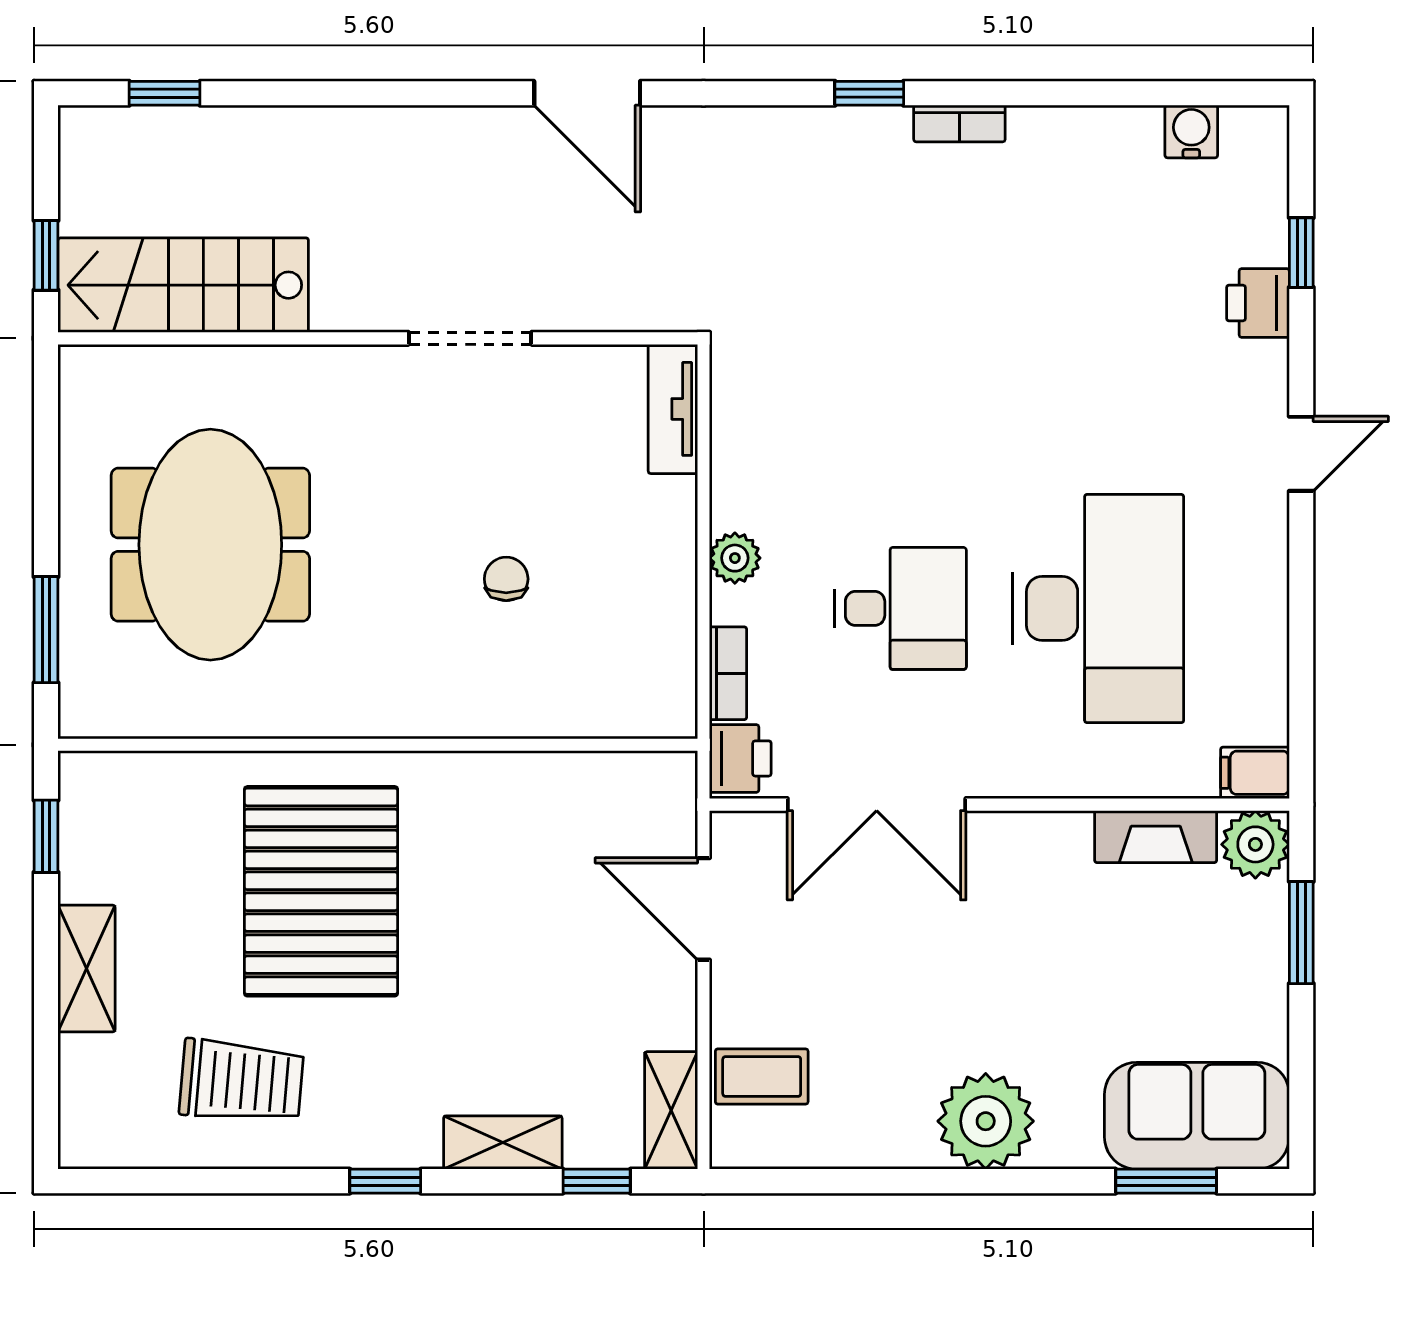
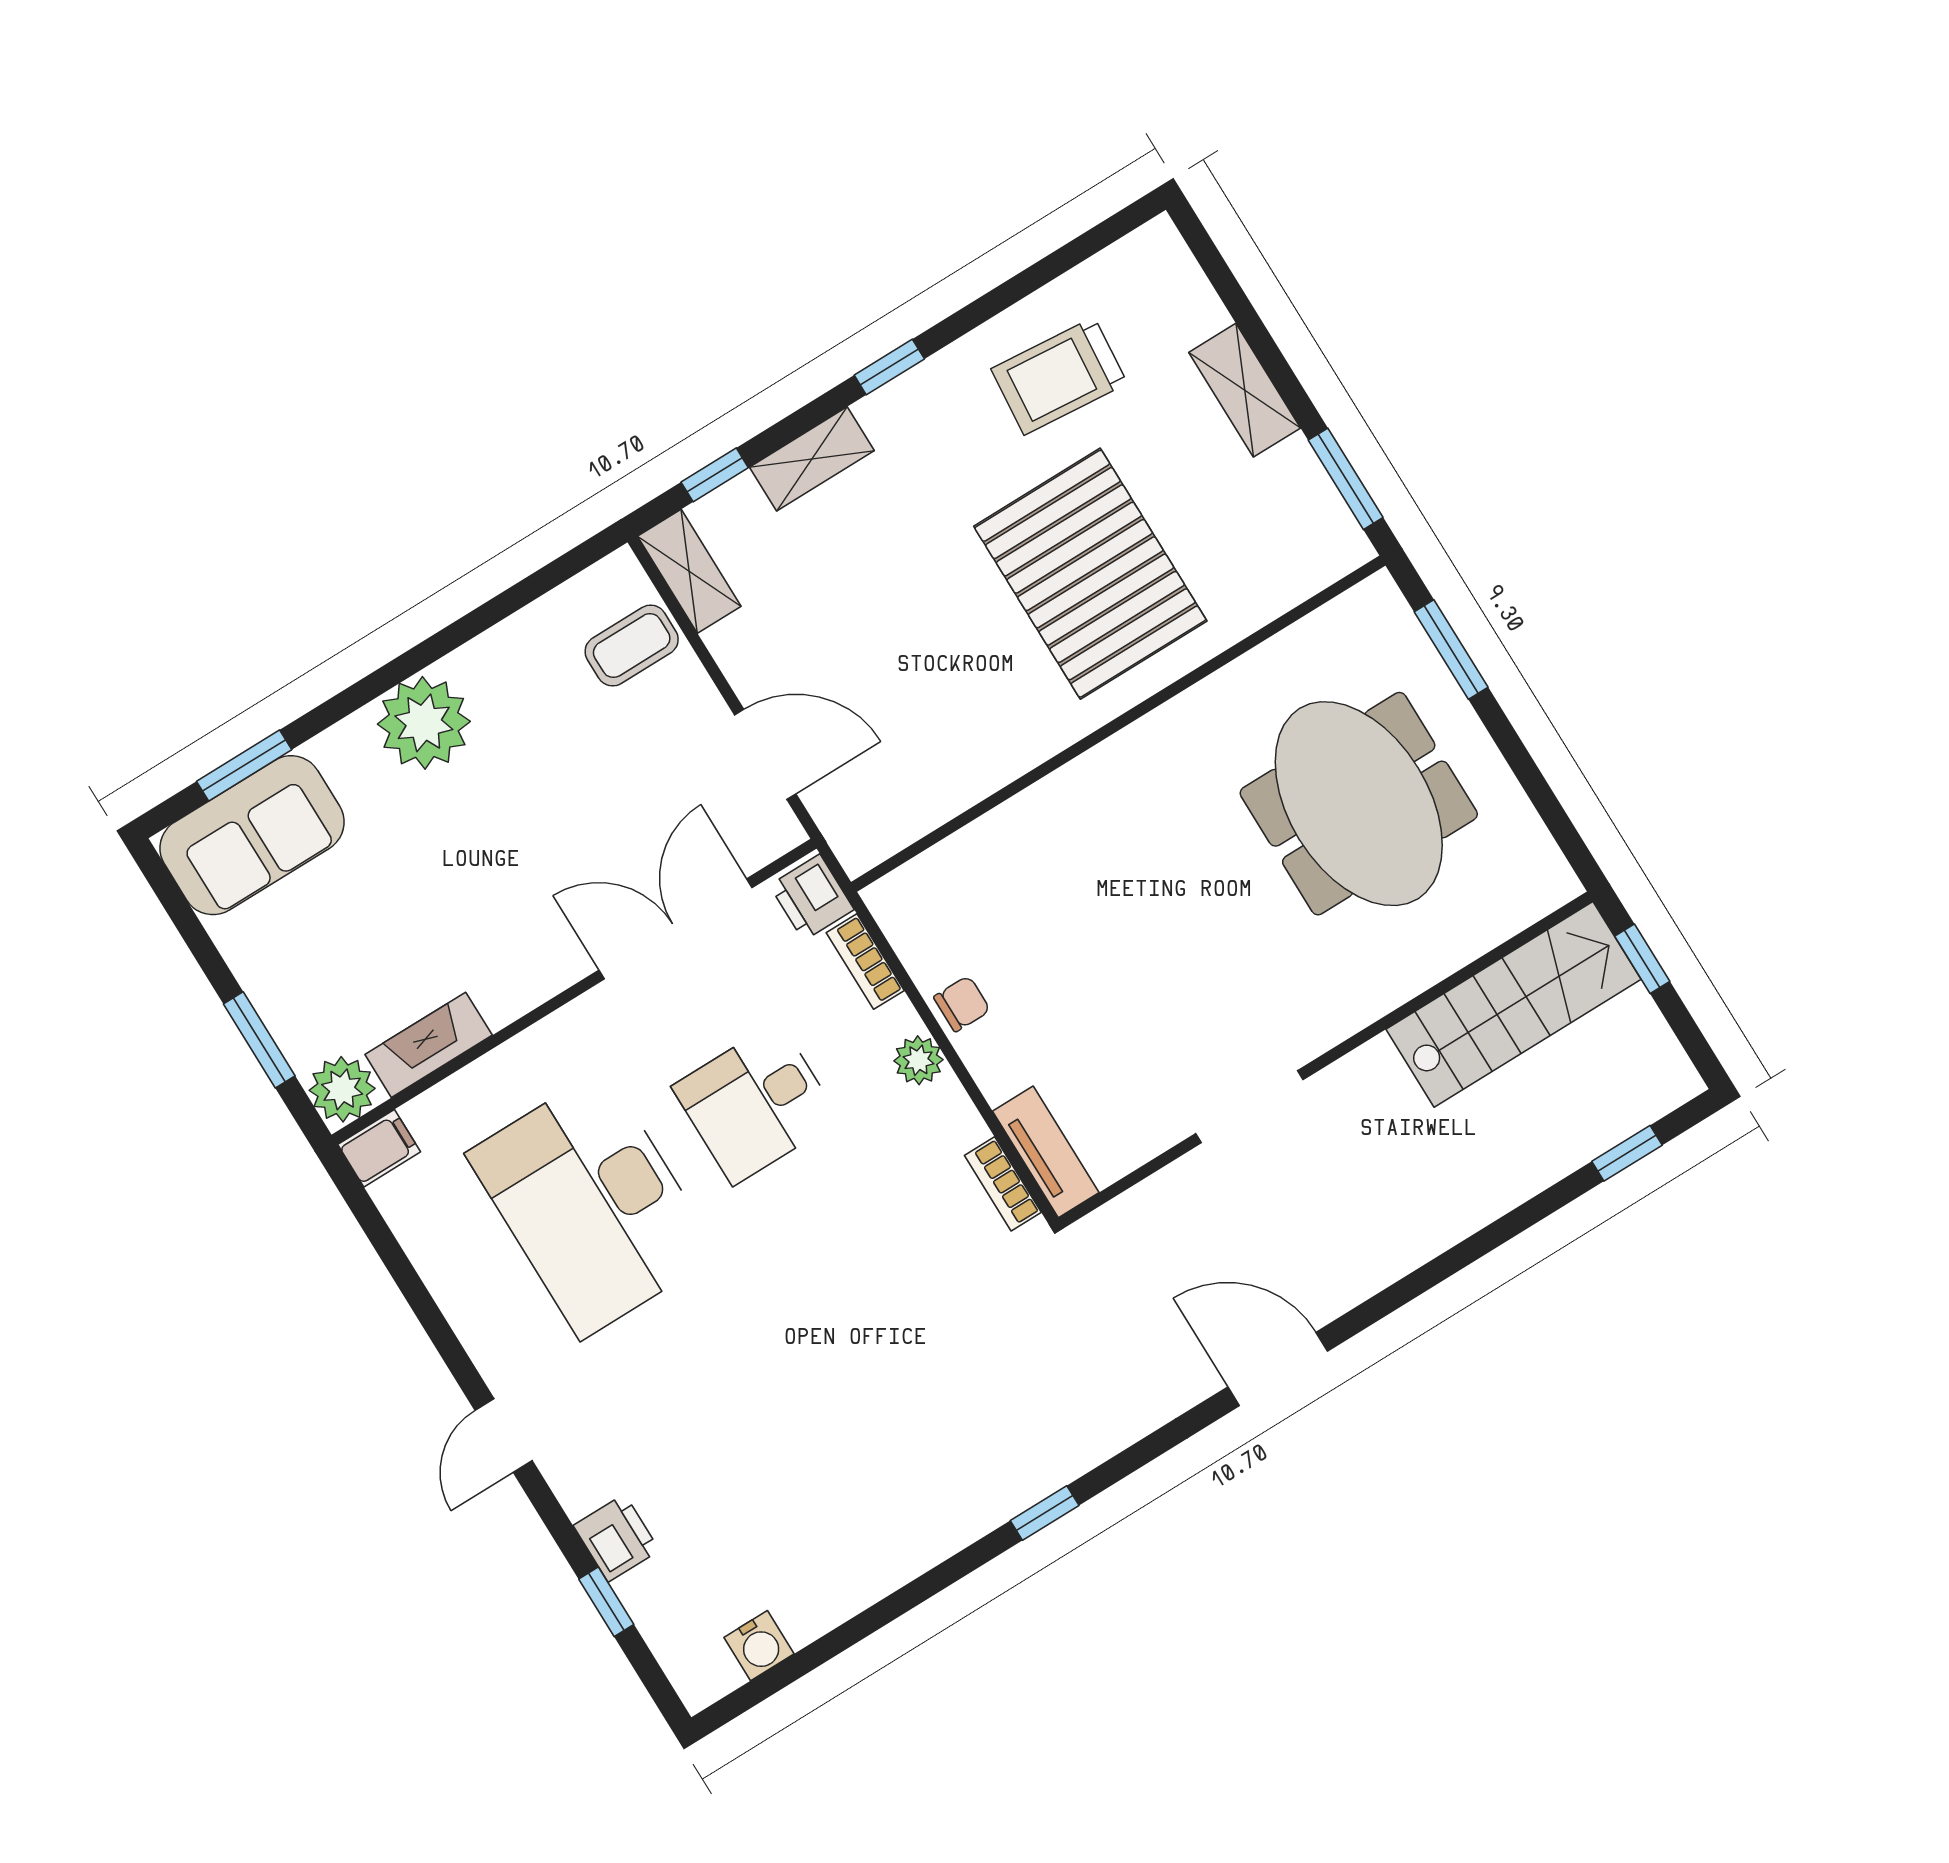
bookcase: (959, 124) -> (1003, 1184), moved, turned -90
chair: (506, 579) -> (962, 1004), moved, turned -90
window: (46, 836) -> (1346, 479), width x1.50

